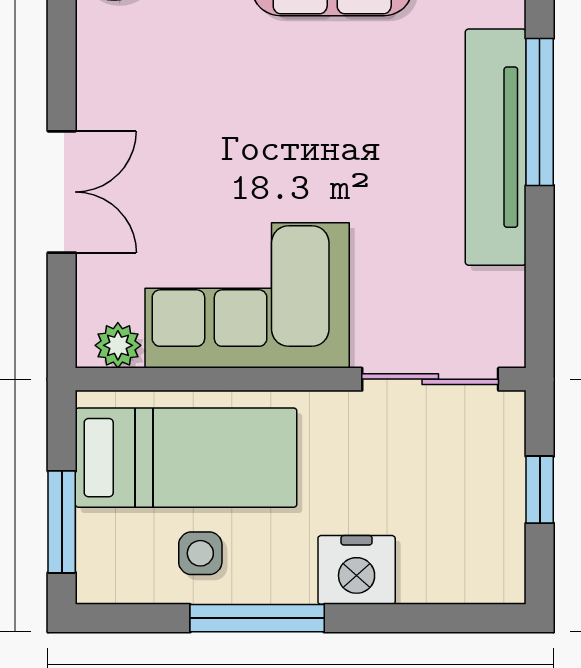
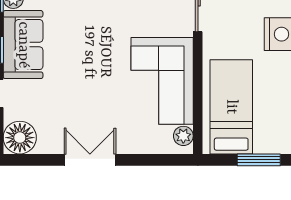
double door: (62, 192) -> (90, 160), moved
side table: (200, 553) -> (272, 101), removed

